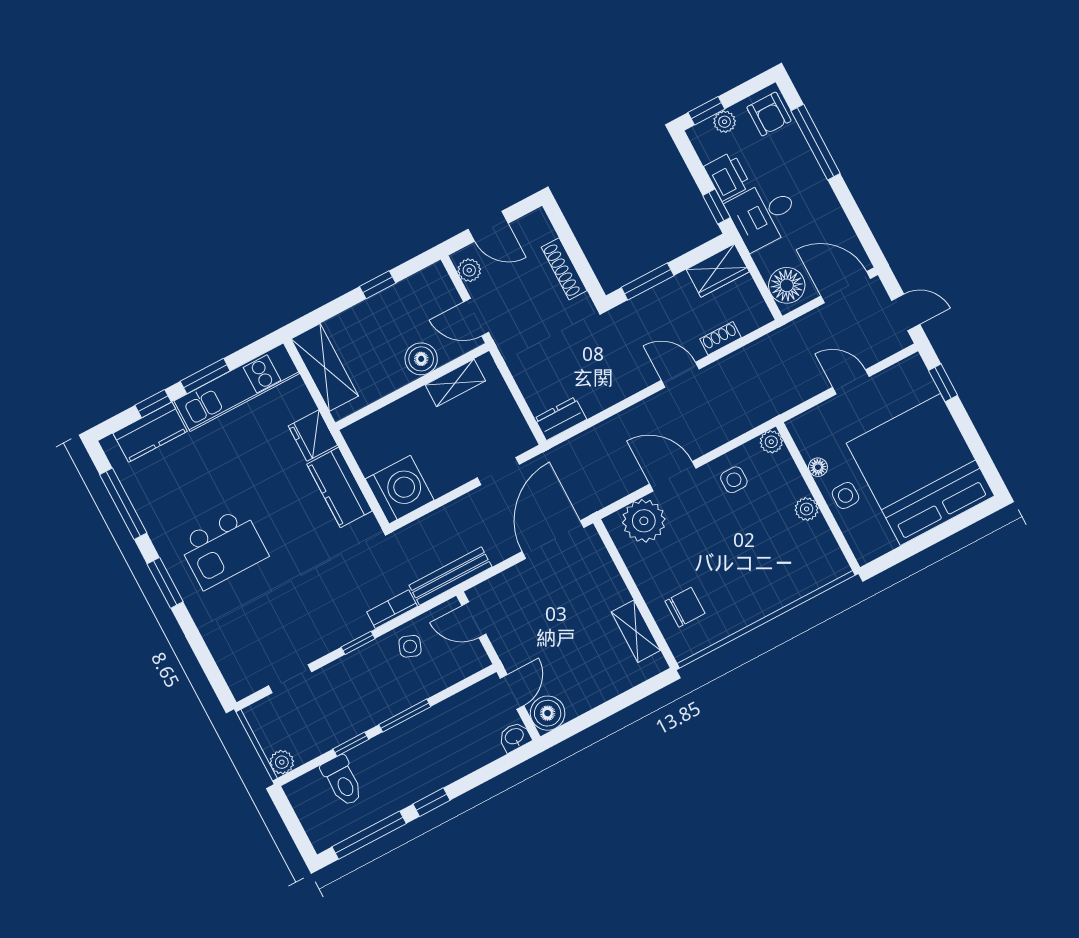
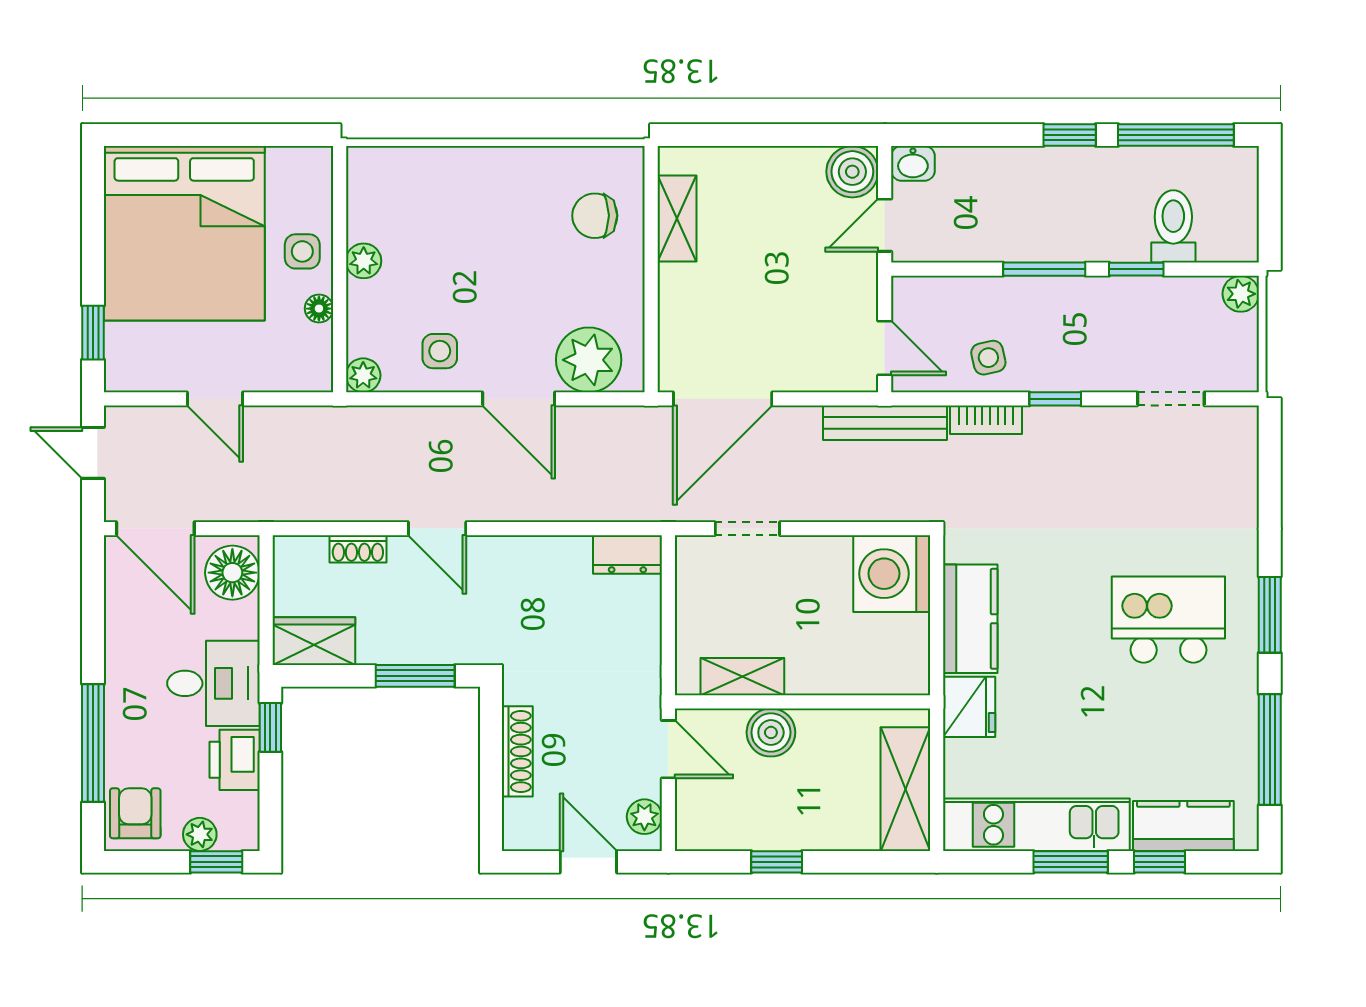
side table: (410, 646) -> (988, 358), turned -34

